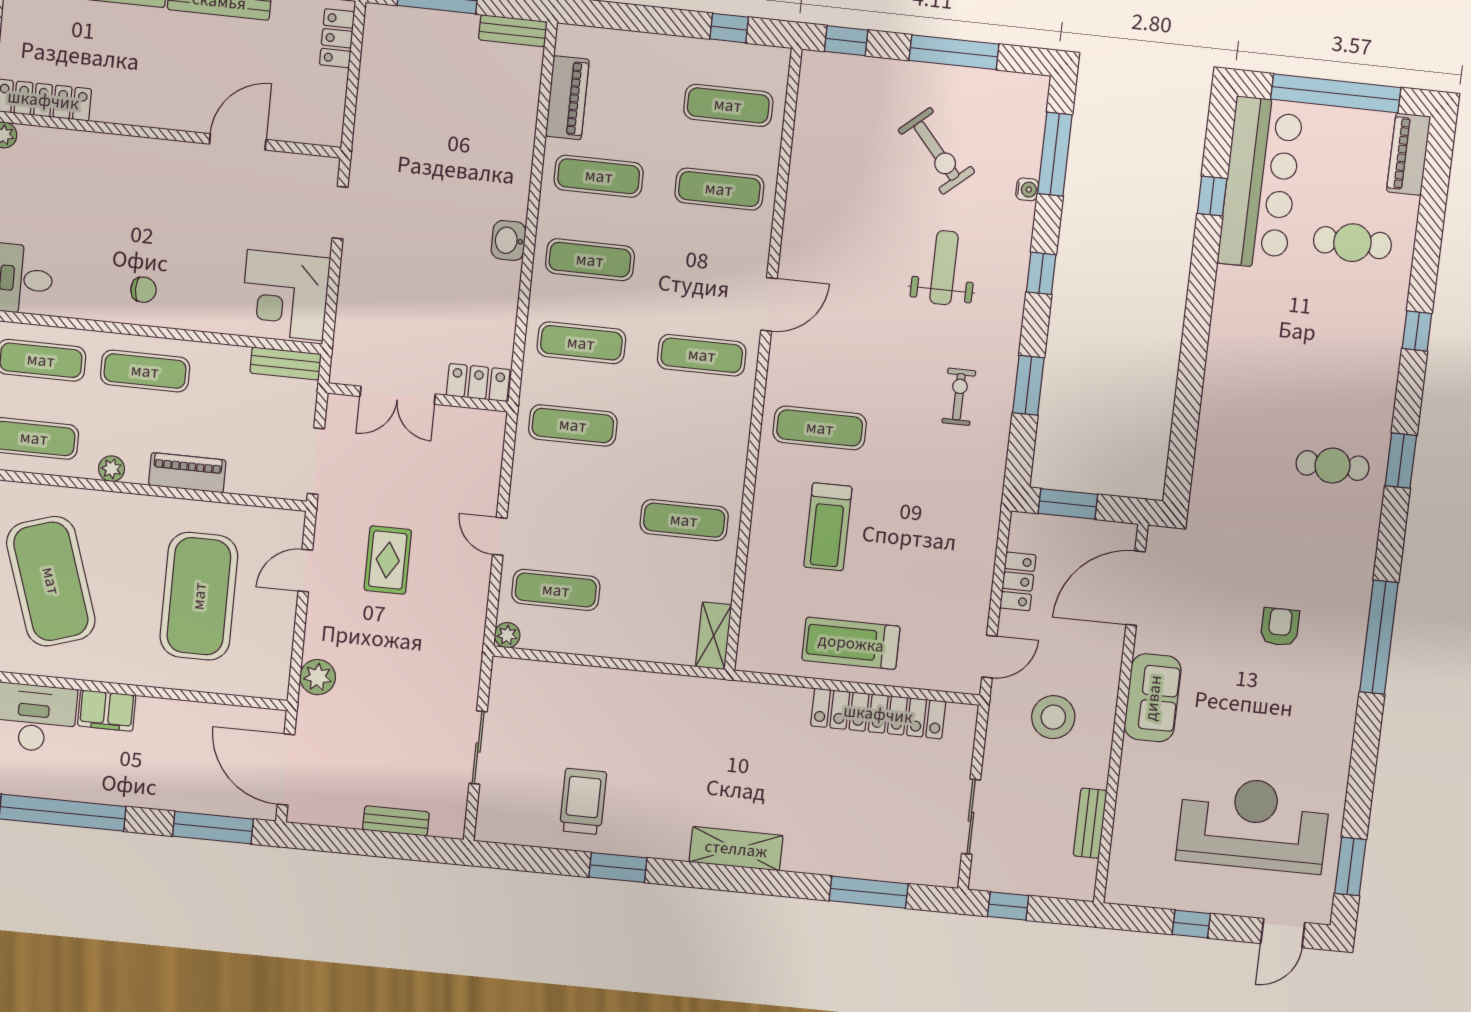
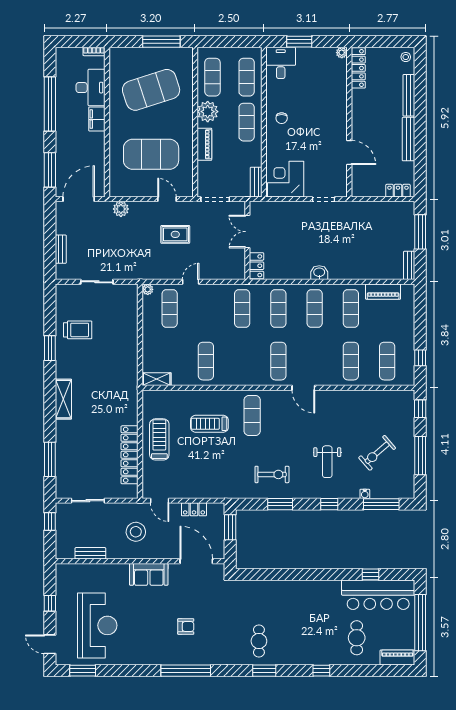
weight bench: (944, 268) -> (327, 462), turned 90
exercise bike: (959, 397) -> (272, 474), width x1.38, depth x1.39
plant: (112, 469) -> (208, 112), width x1.88, depth x1.88

